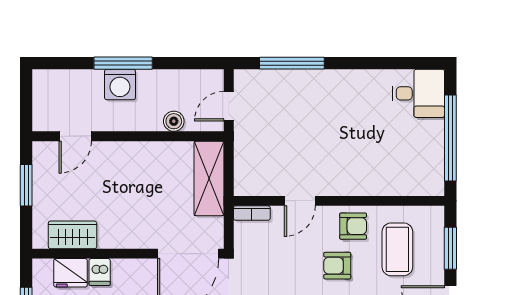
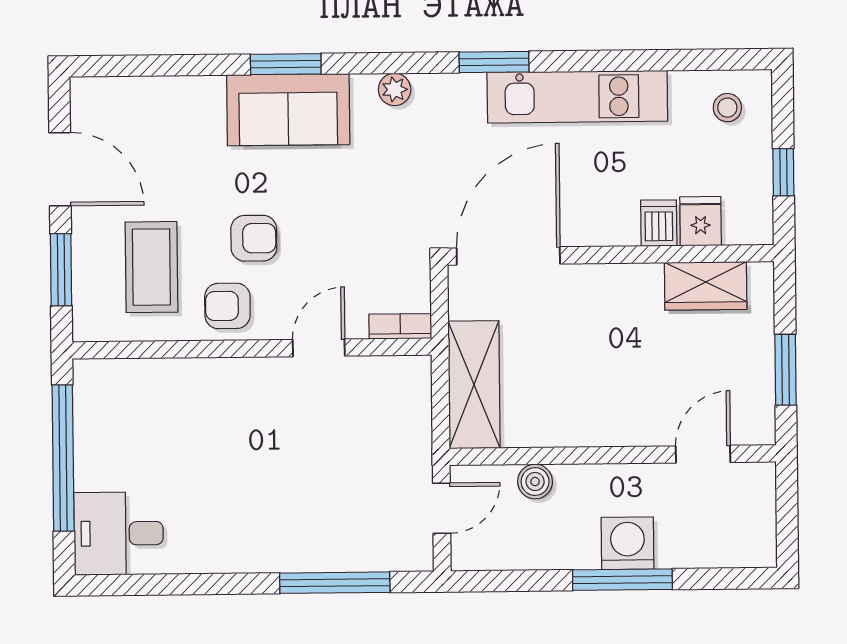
fridge: (71, 273) -> (701, 221), width x0.72

